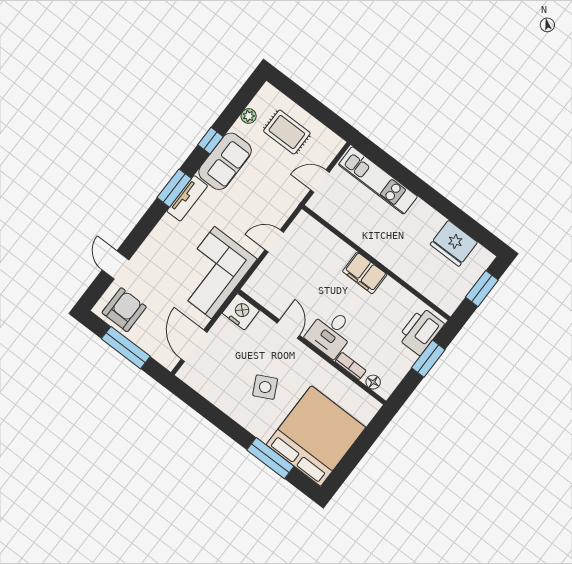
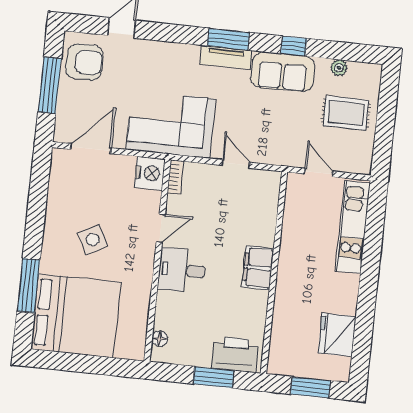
rug: (287, 132) -> (346, 113), turned 90
bookcase: (351, 366) -> (176, 177), moved

